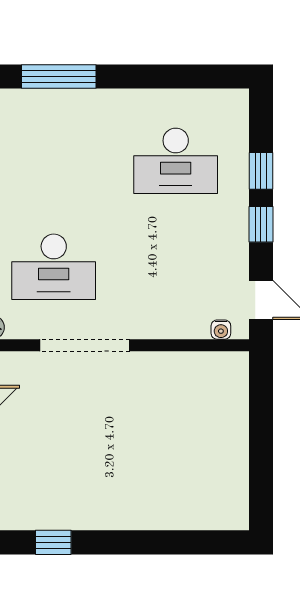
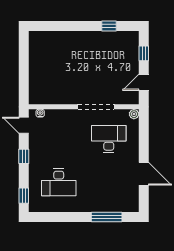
desk: (176, 161) -> (59, 182), turned 180
window: (261, 171) -> (24, 196), moved

